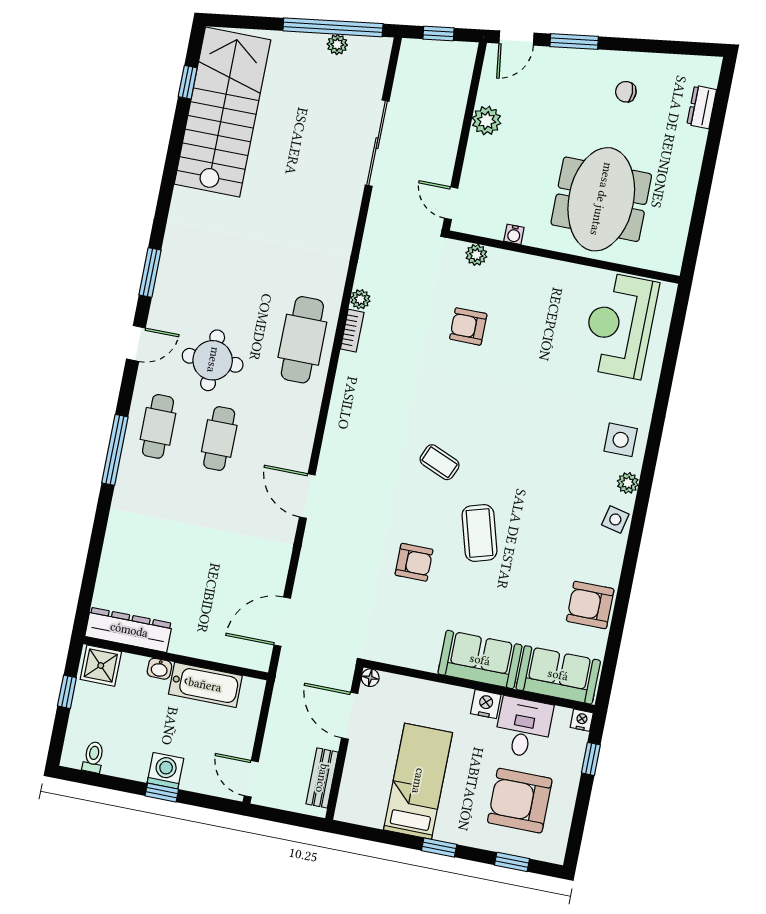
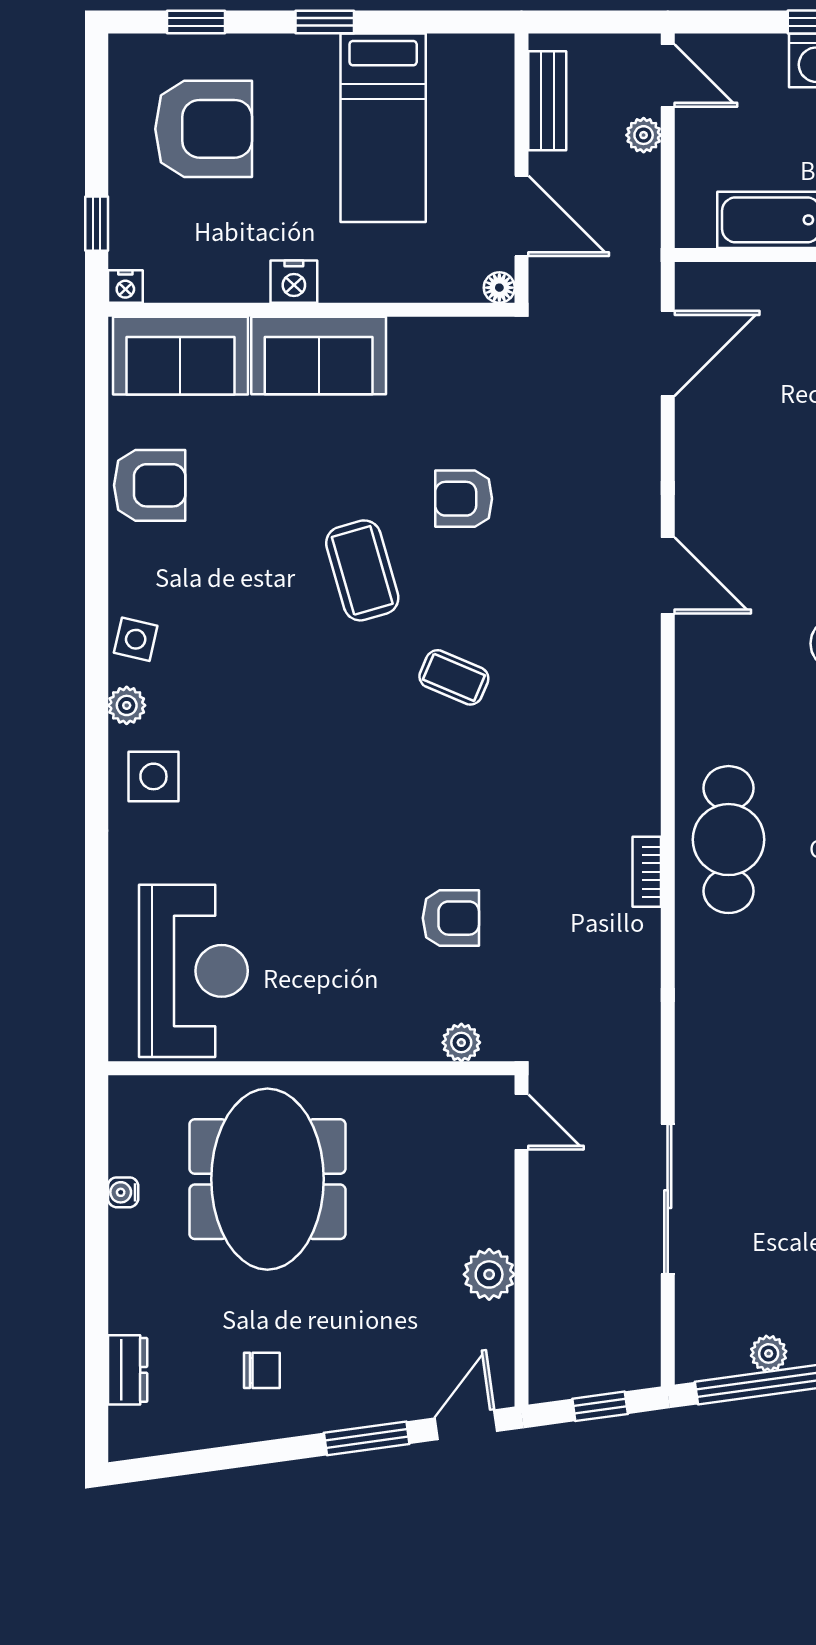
water cooler: (514, 234) -> (123, 1192), moved, turned -90
plant: (360, 299) -> (644, 135), moved
desk: (523, 728) -> (222, 254), removed

